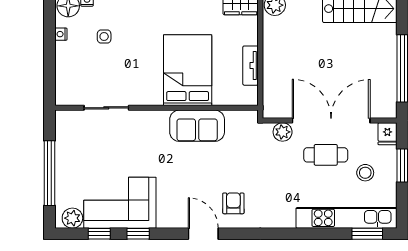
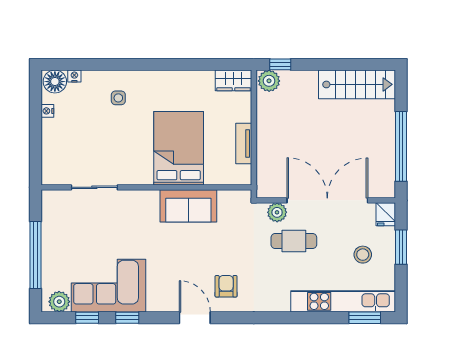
side table: (104, 37) -> (118, 98), moved
cafe table: (326, 155) -> (294, 241), moved

